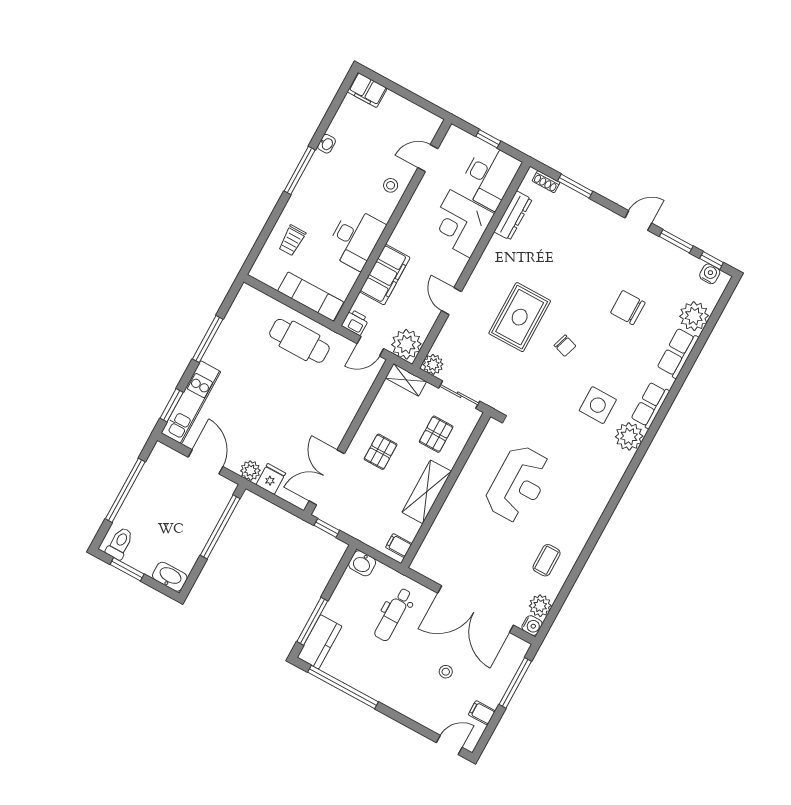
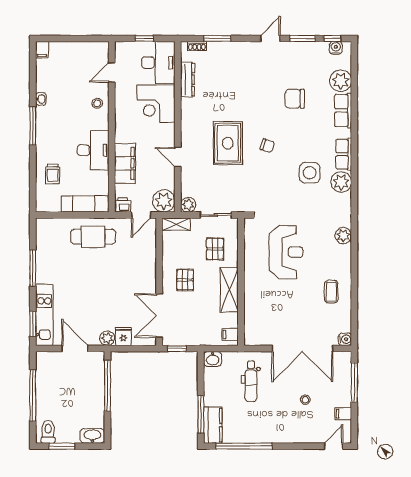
filing cabinet: (367, 90) -> (42, 50), width x0.50
plant: (540, 606) -> (343, 236), moved

